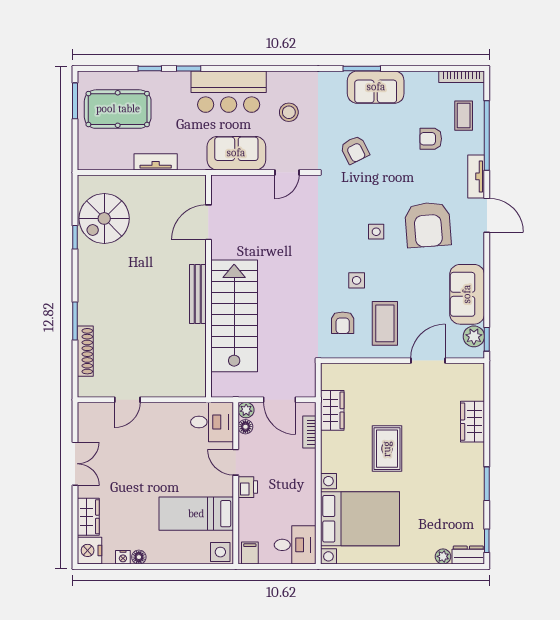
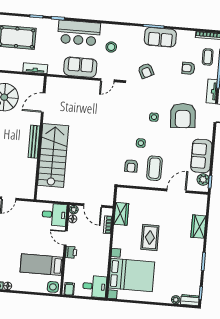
door: (208, 222) -> (43, 103), moved
wall: (208, 286) -> (40, 138), moved
bench: (198, 294) -> (34, 142), moved
stairs: (234, 316) -> (53, 155), moved

